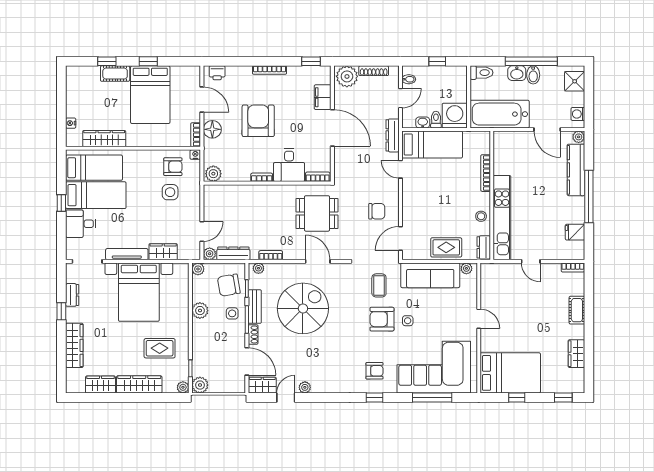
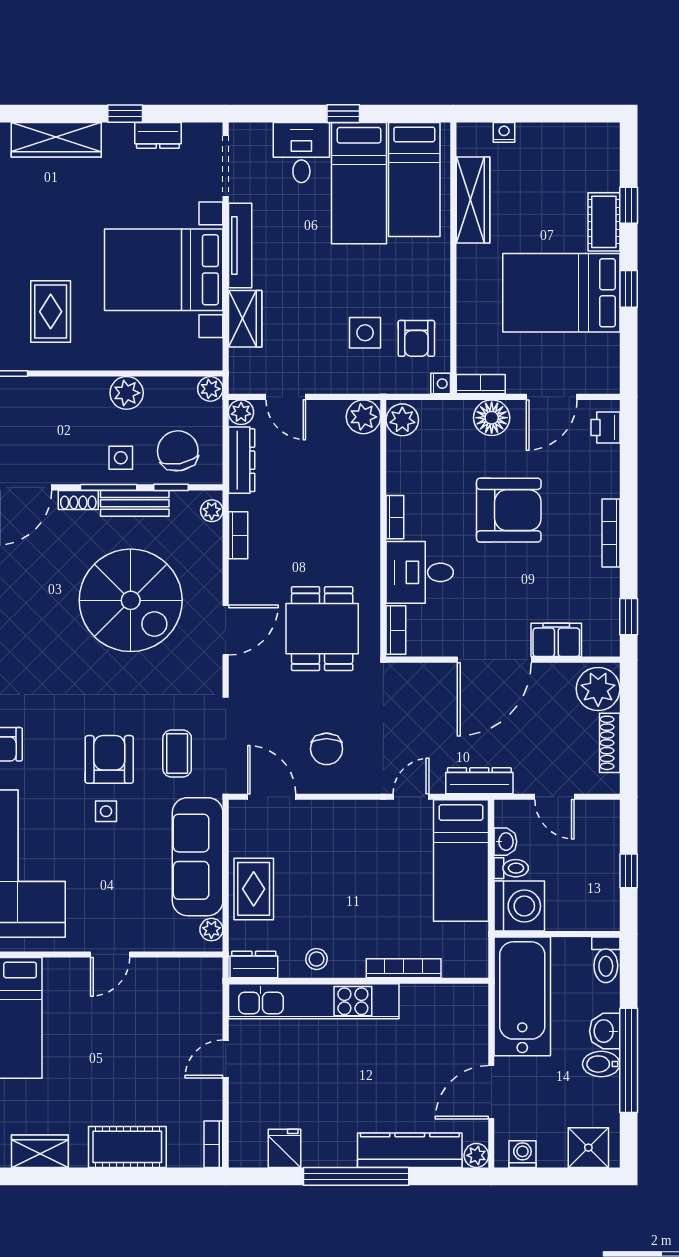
bidet: (409, 79) -> (592, 813), removed
plant: (212, 193) -> (363, 417), added
coffee table: (379, 285) -> (177, 753), turned 90
cot: (577, 310) -> (127, 1147), width x1.37, depth x1.34

